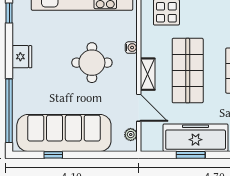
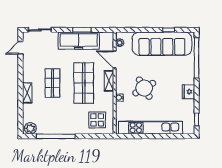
round table: (92, 63) -> (144, 88), turned -30

